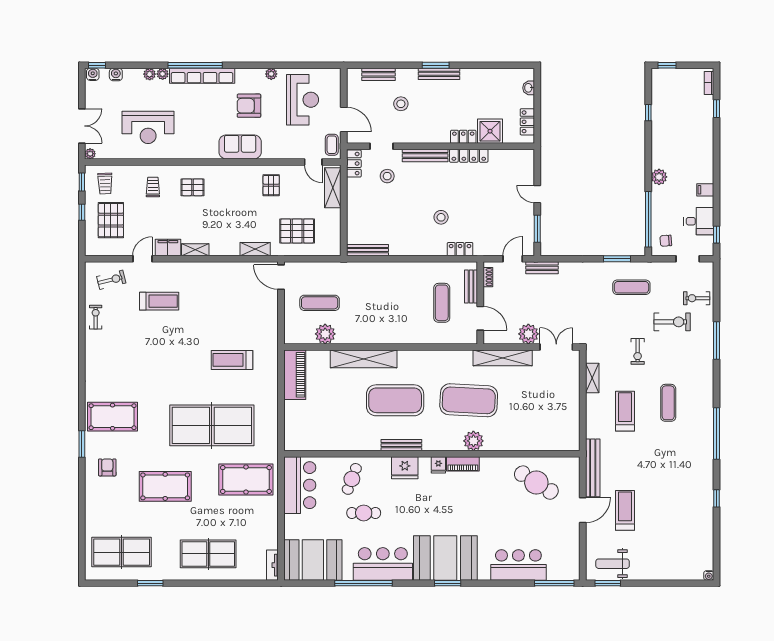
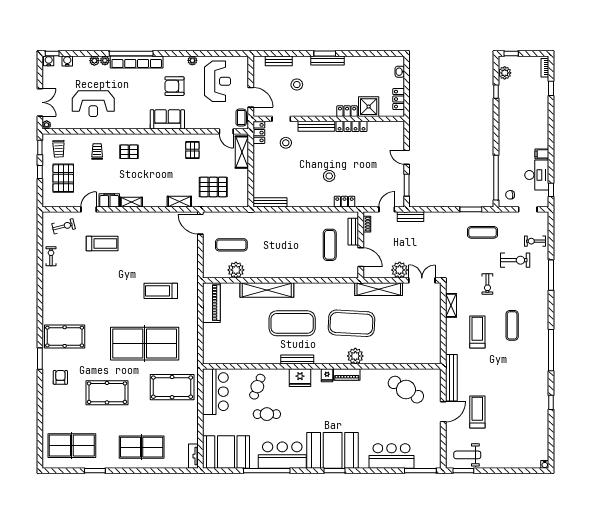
plant: (659, 177) -> (505, 73), moved
desk: (699, 221) -> (537, 175), width x1.37

